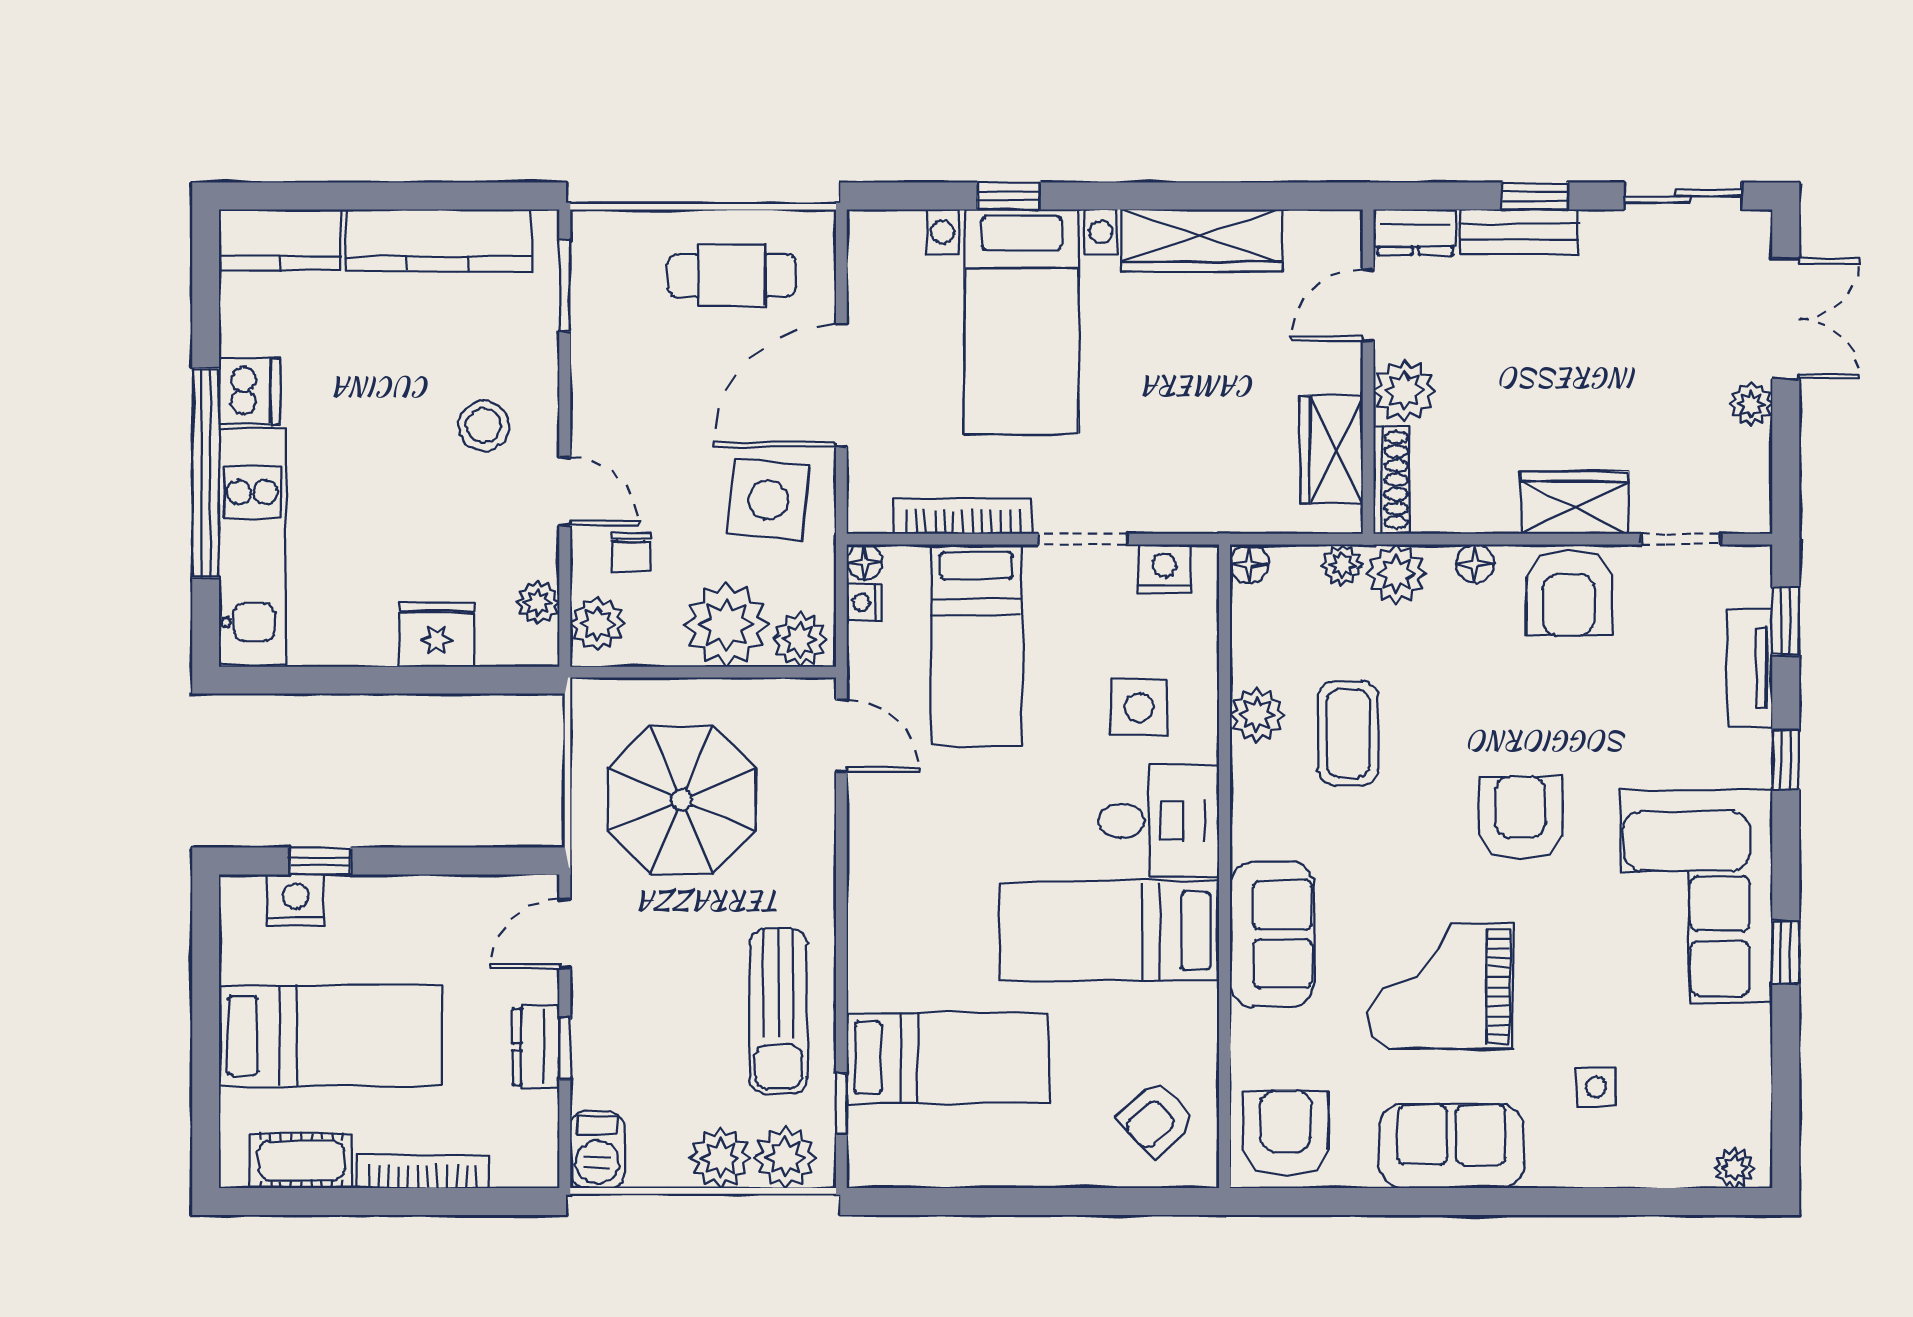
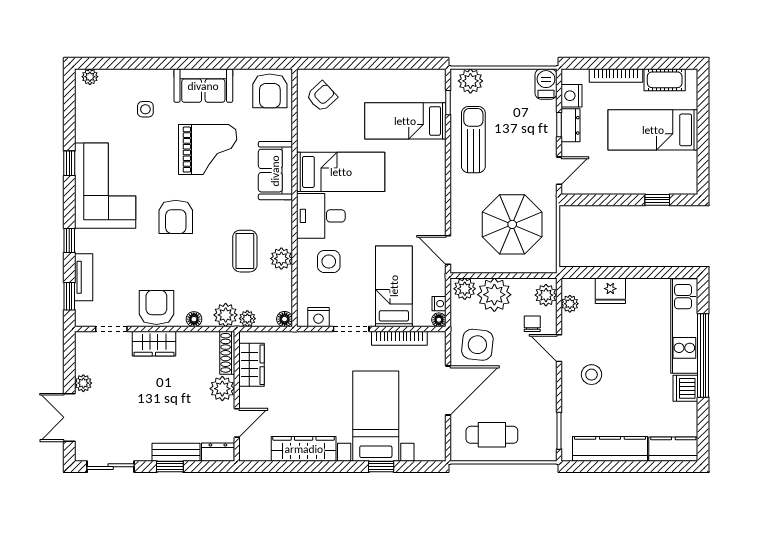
nightstand: (296, 900) -> (572, 96), moved, turned 90
plant: (720, 1158) -> (497, 81), removed

